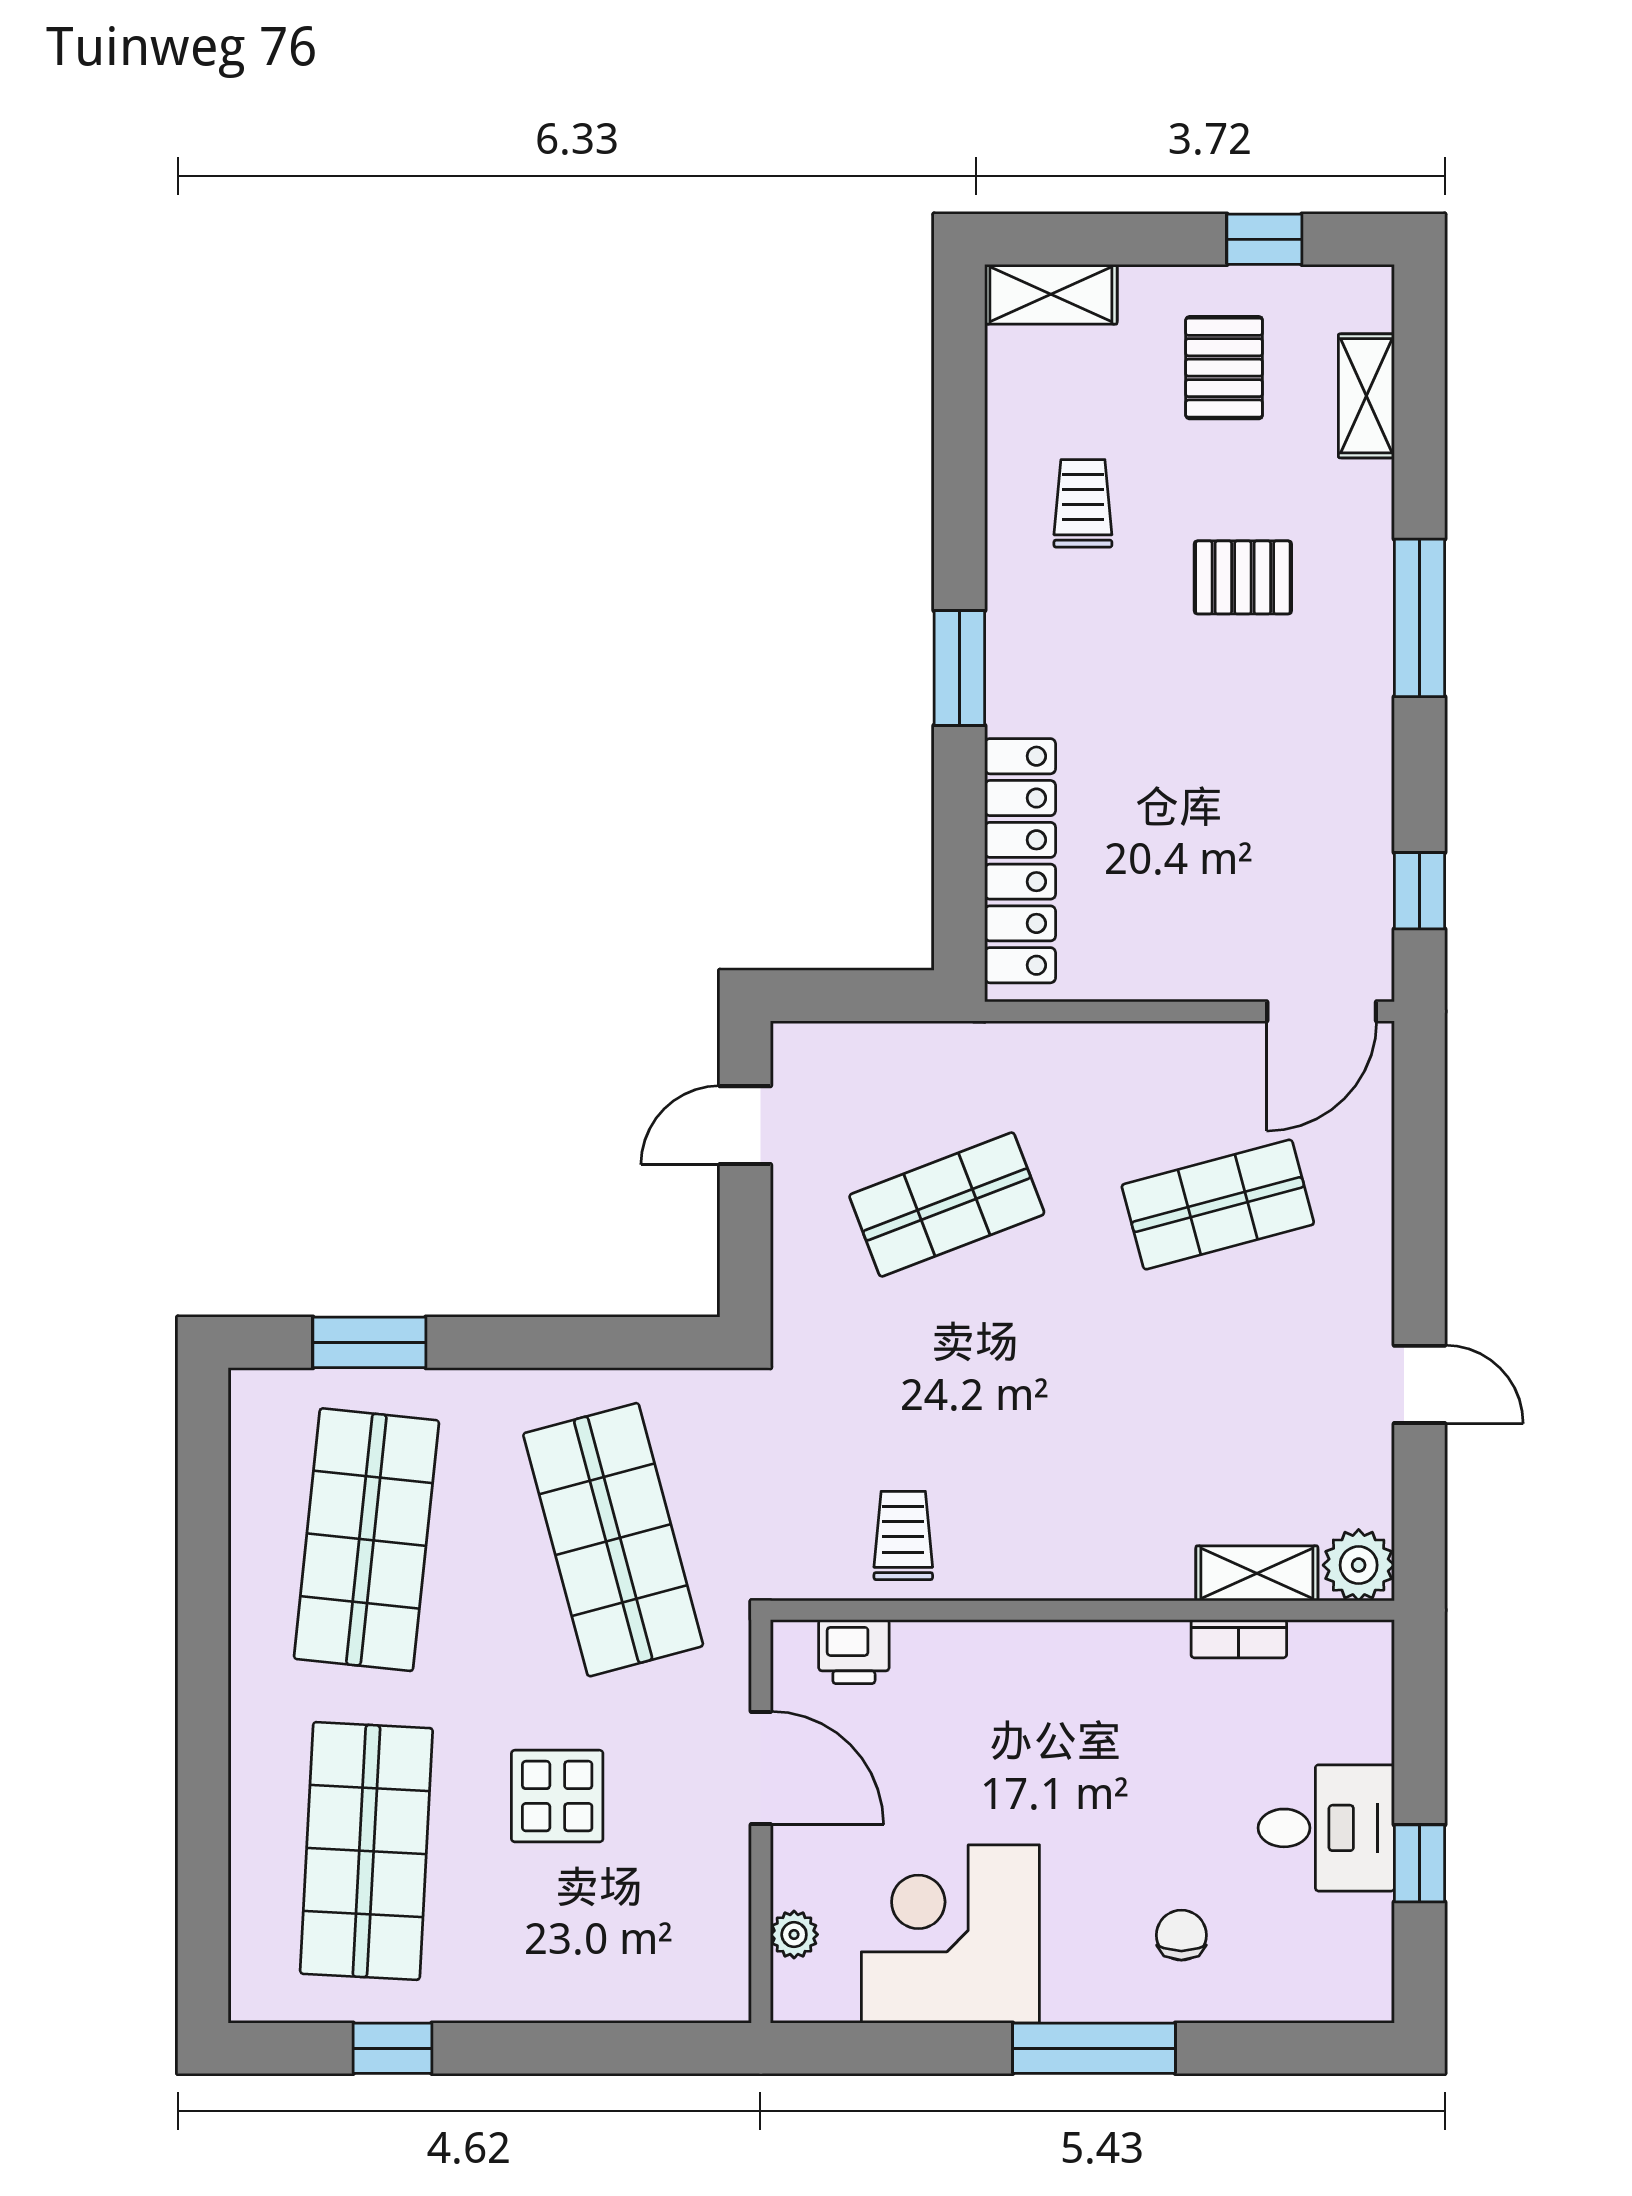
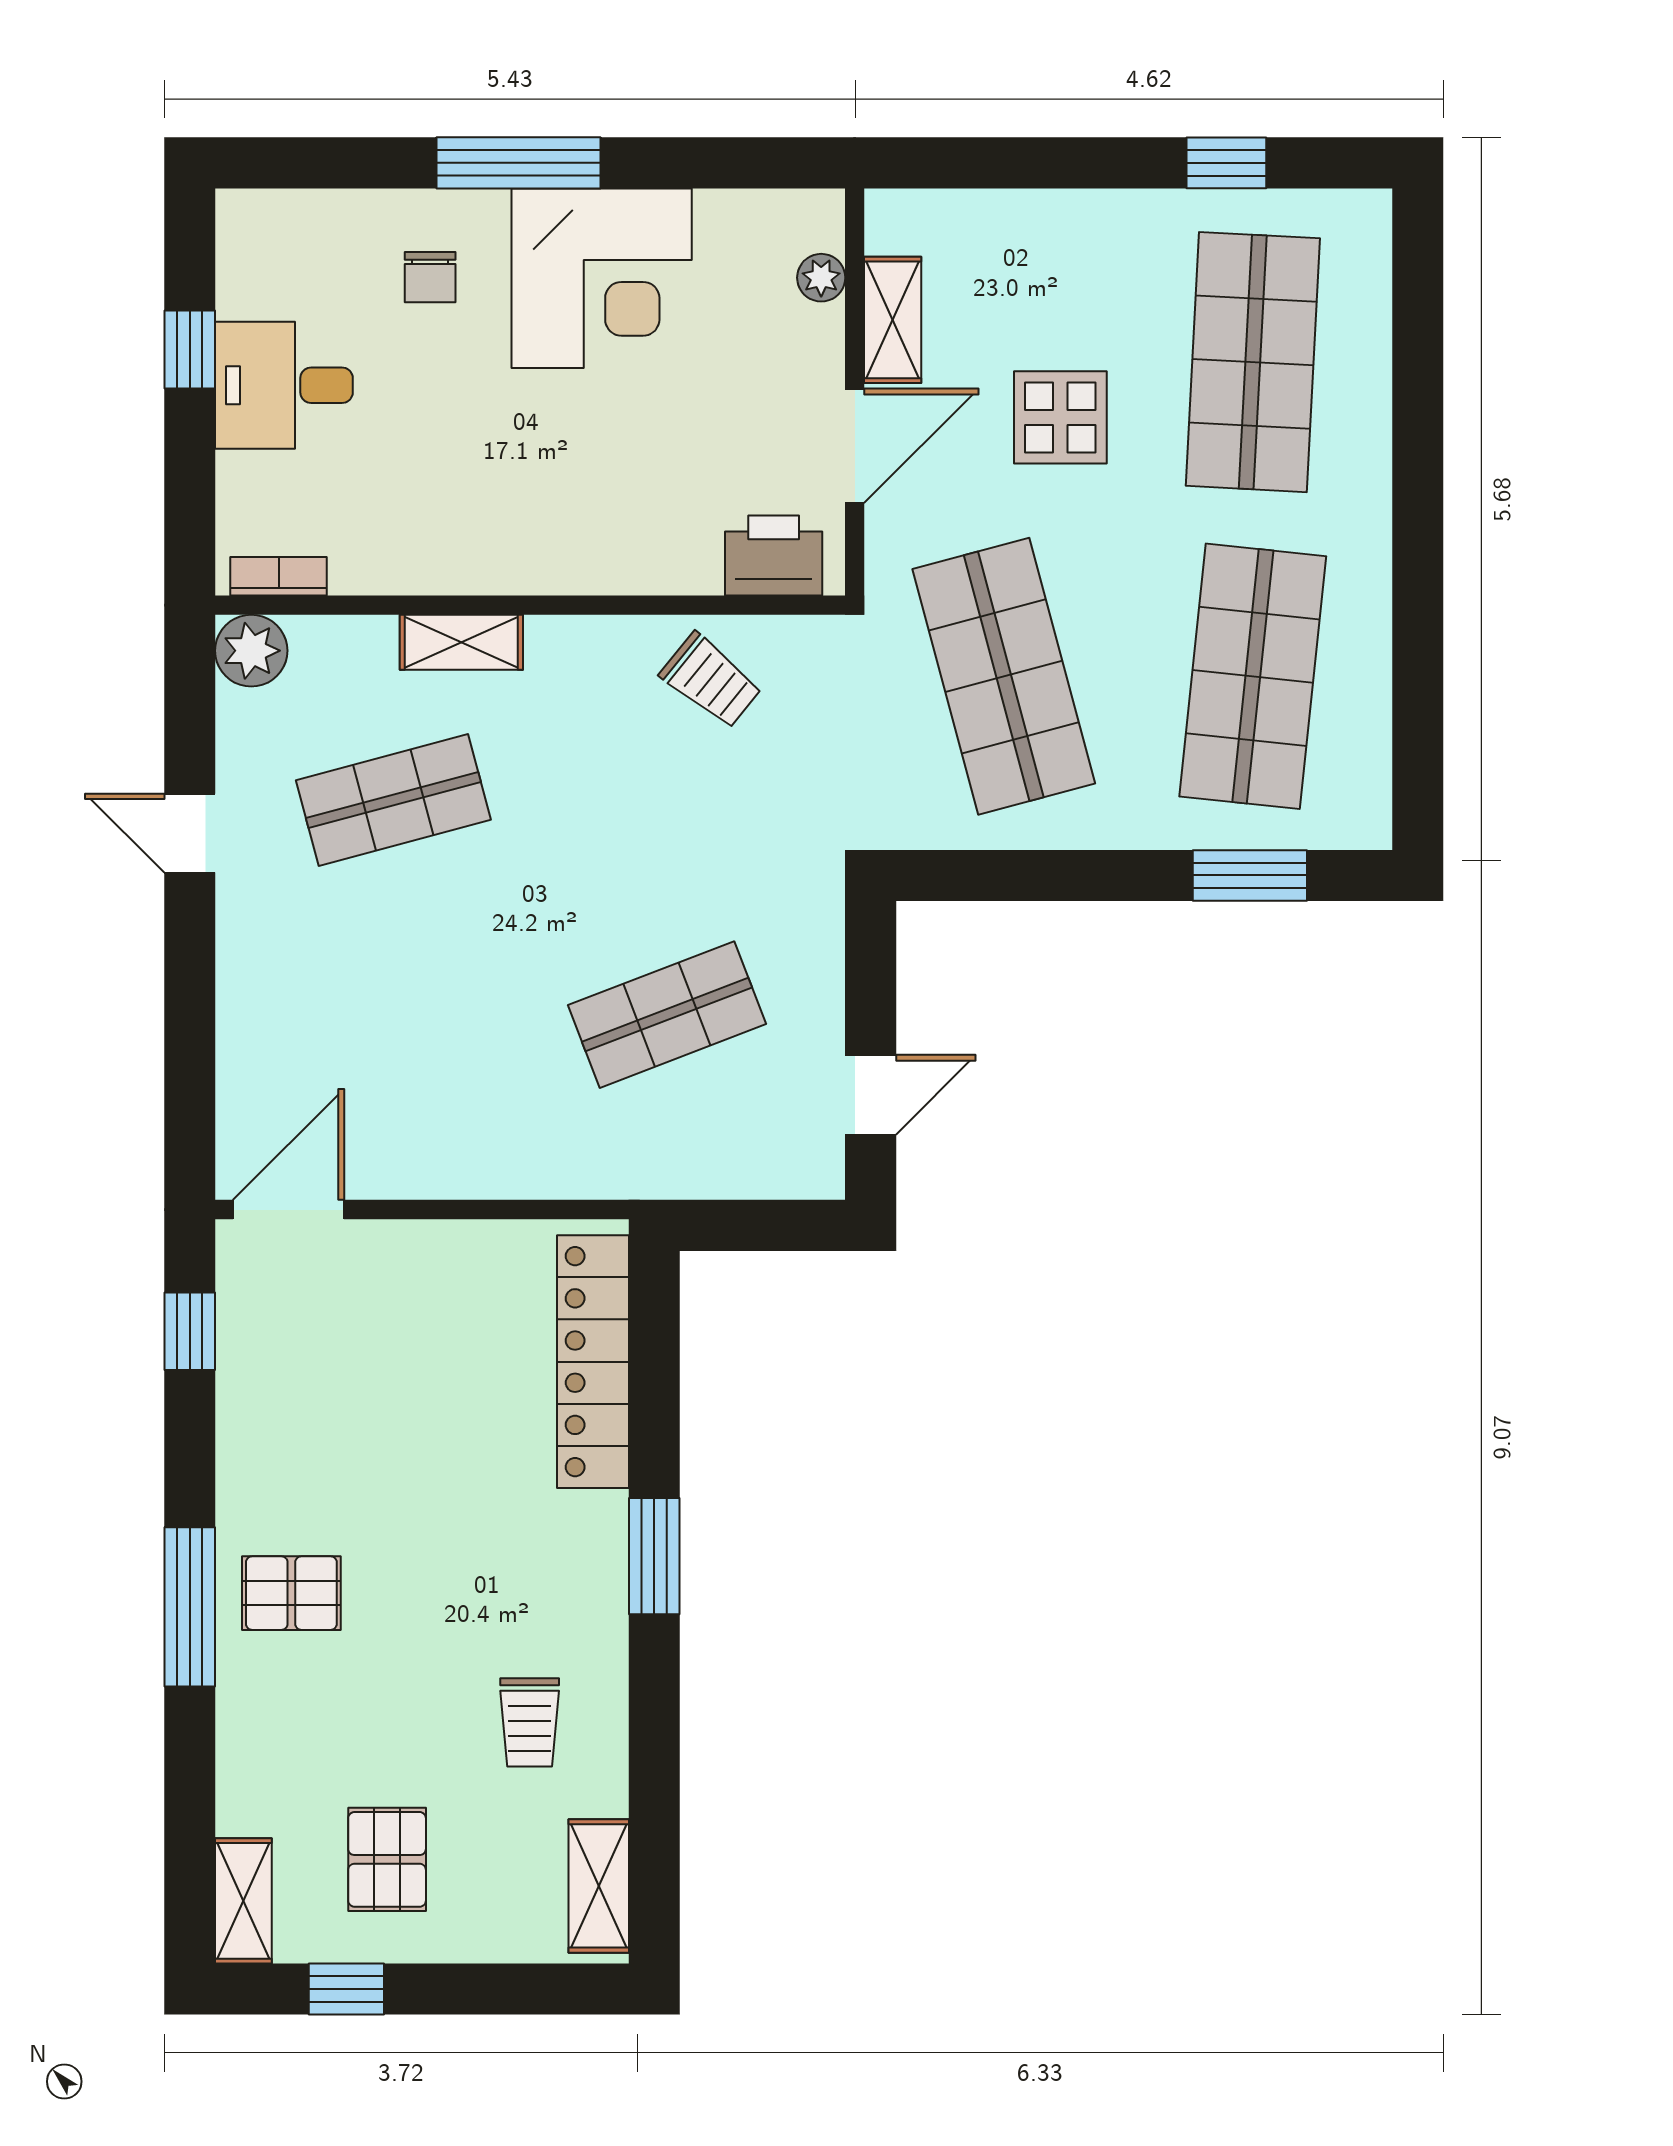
shelving: (1051, 294) -> (599, 1886), moved, turned 90
shelving: (1366, 396) -> (243, 1901), moved
pallet: (1243, 577) -> (291, 1593), moved
shop shelf: (1218, 1205) -> (393, 800), moved
trolley: (903, 1535) -> (711, 681), turned -51
shelving: (1257, 1573) -> (461, 642), moved
bookcase: (1239, 1639) -> (279, 576), moved
printer: (854, 1652) -> (774, 555), width x1.36, depth x1.24
door: (761, 1768) -> (855, 446), swing flipped
shelving: (723, 1893) -> (893, 320), added
corner desk: (950, 1934) -> (602, 278), moved

